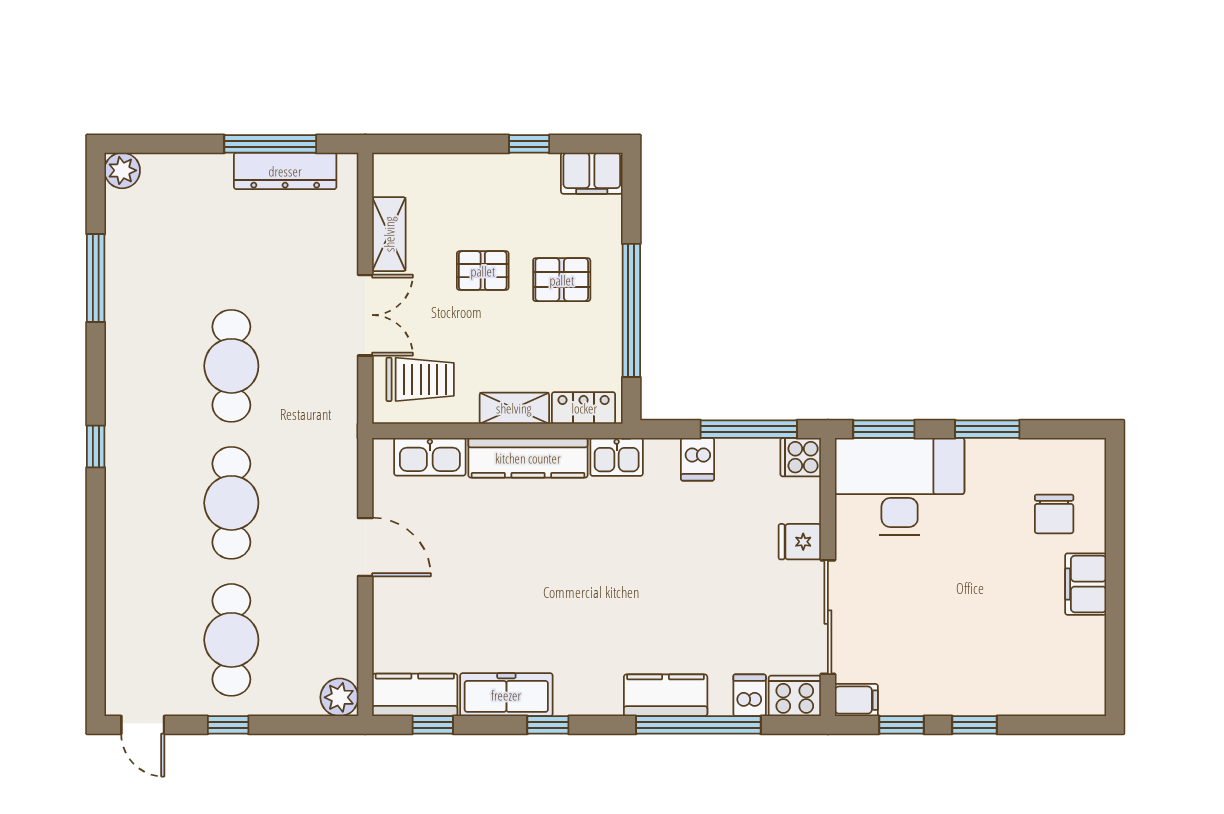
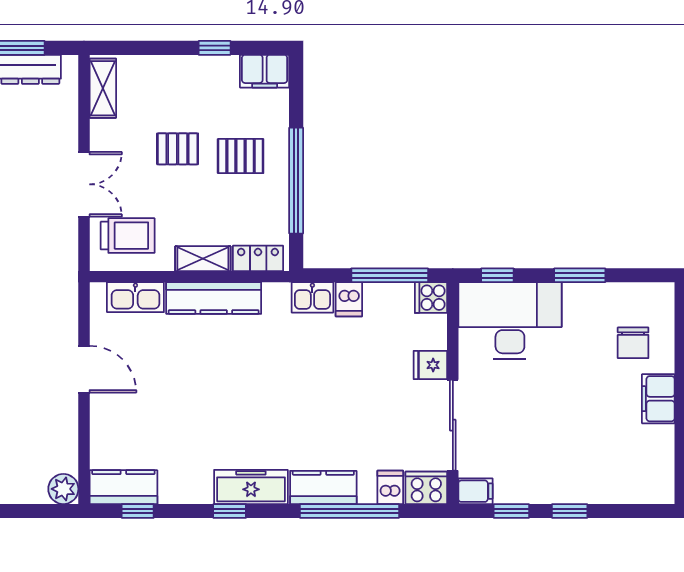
shelving: (389, 234) -> (103, 88), moved
window: (884, 429) -> (497, 275), width x0.67
kitchen sink: (617, 457) -> (312, 297), moved
freezer: (506, 695) -> (251, 487), moved

